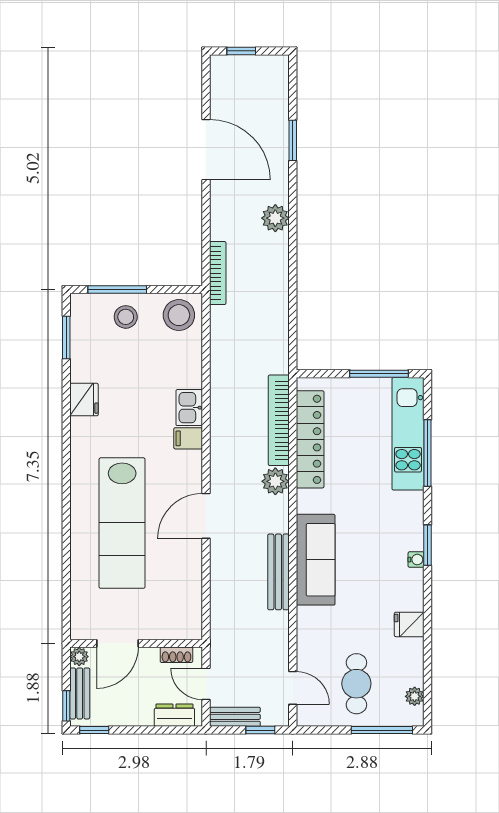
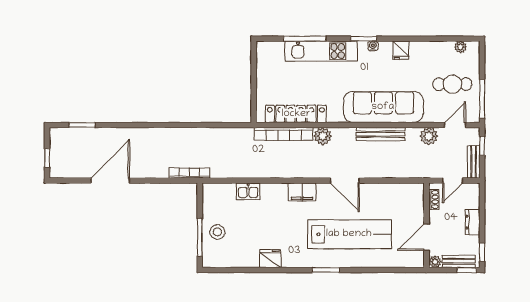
window: (293, 140) -> (82, 125), moved
plant: (275, 218) -> (429, 136), moved
stool: (179, 315) -> (216, 198), removed
window: (66, 338) -> (326, 270), moved
window: (379, 374) -> (254, 70), removed
kitchen sink: (189, 408) -> (248, 191), moved
kitchen unit: (408, 434) -> (321, 51), moved
filing cabinet: (188, 438) -> (302, 192), width x2.00
sofa: (316, 560) -> (383, 107), width x1.36, depth x1.27
fridge: (409, 624) -> (401, 50), moved
door: (118, 643) -> (427, 237), swing flipped
dresser: (174, 715) -> (473, 222), moved
window: (382, 730) -> (482, 99), moved

